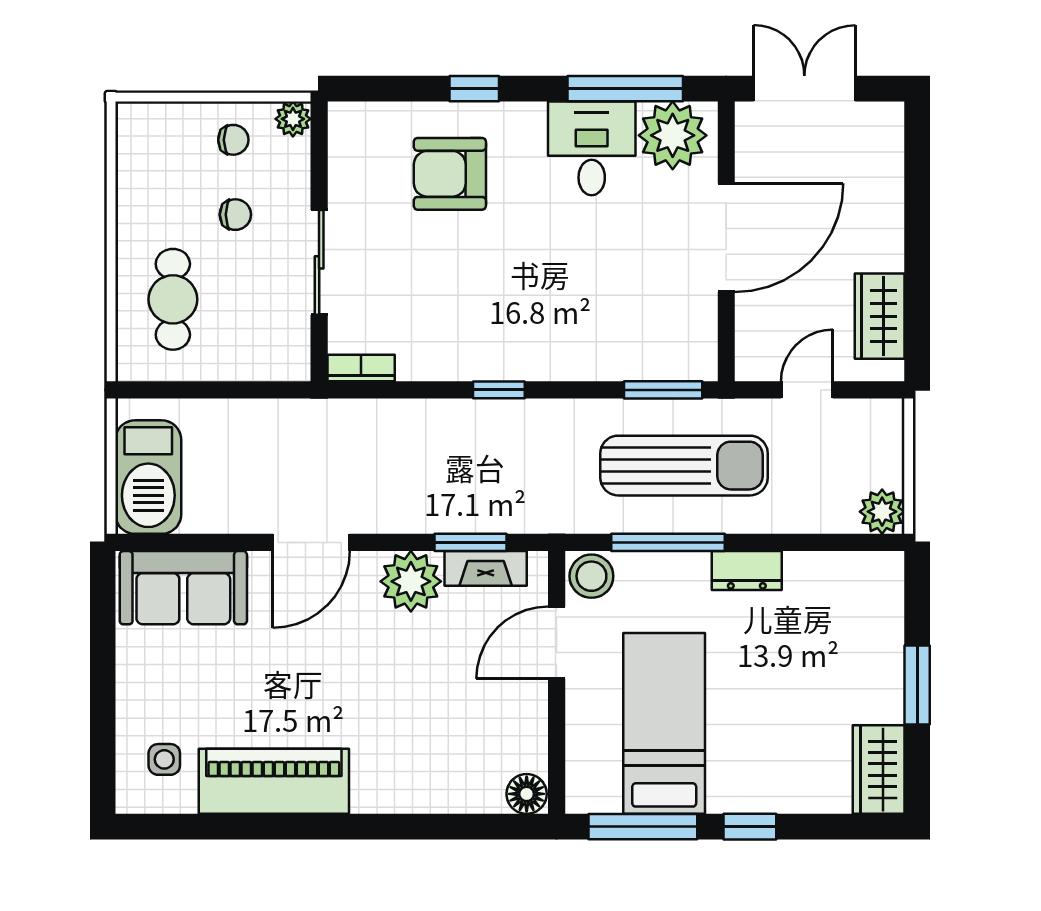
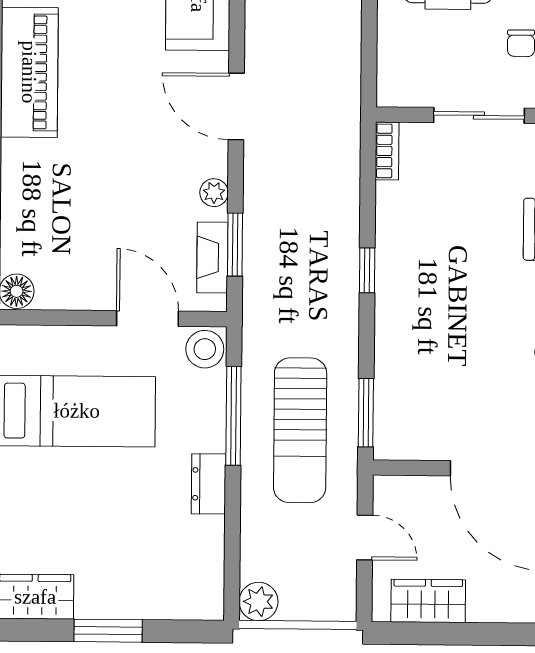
plant: (411, 581) -> (214, 193), width x0.53, depth x0.53

